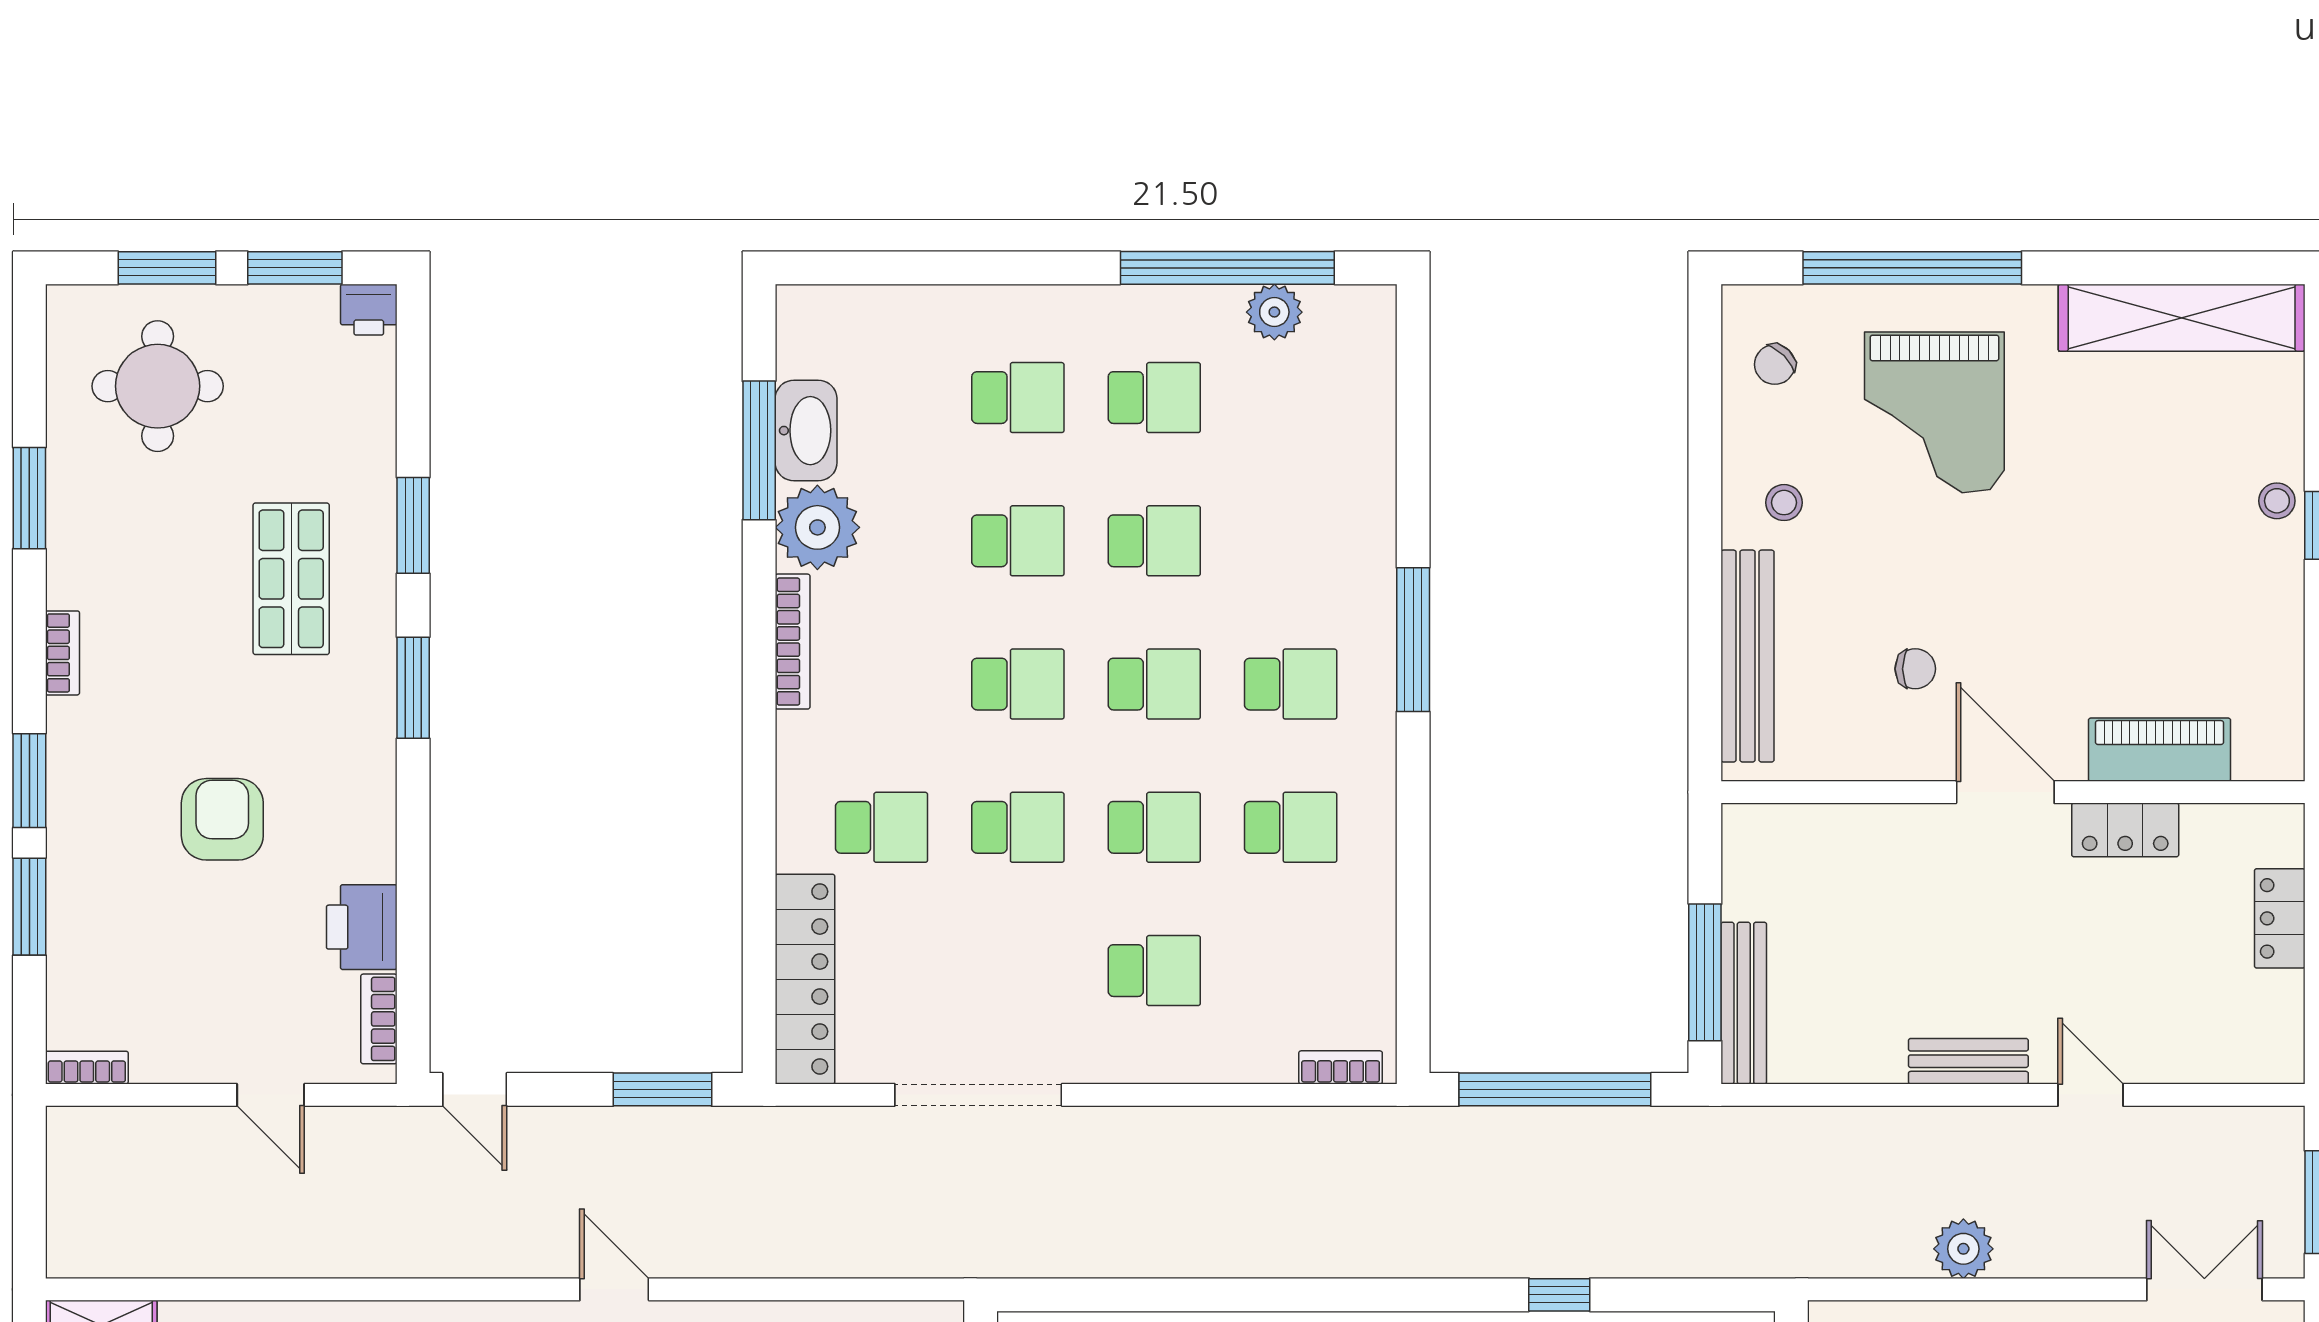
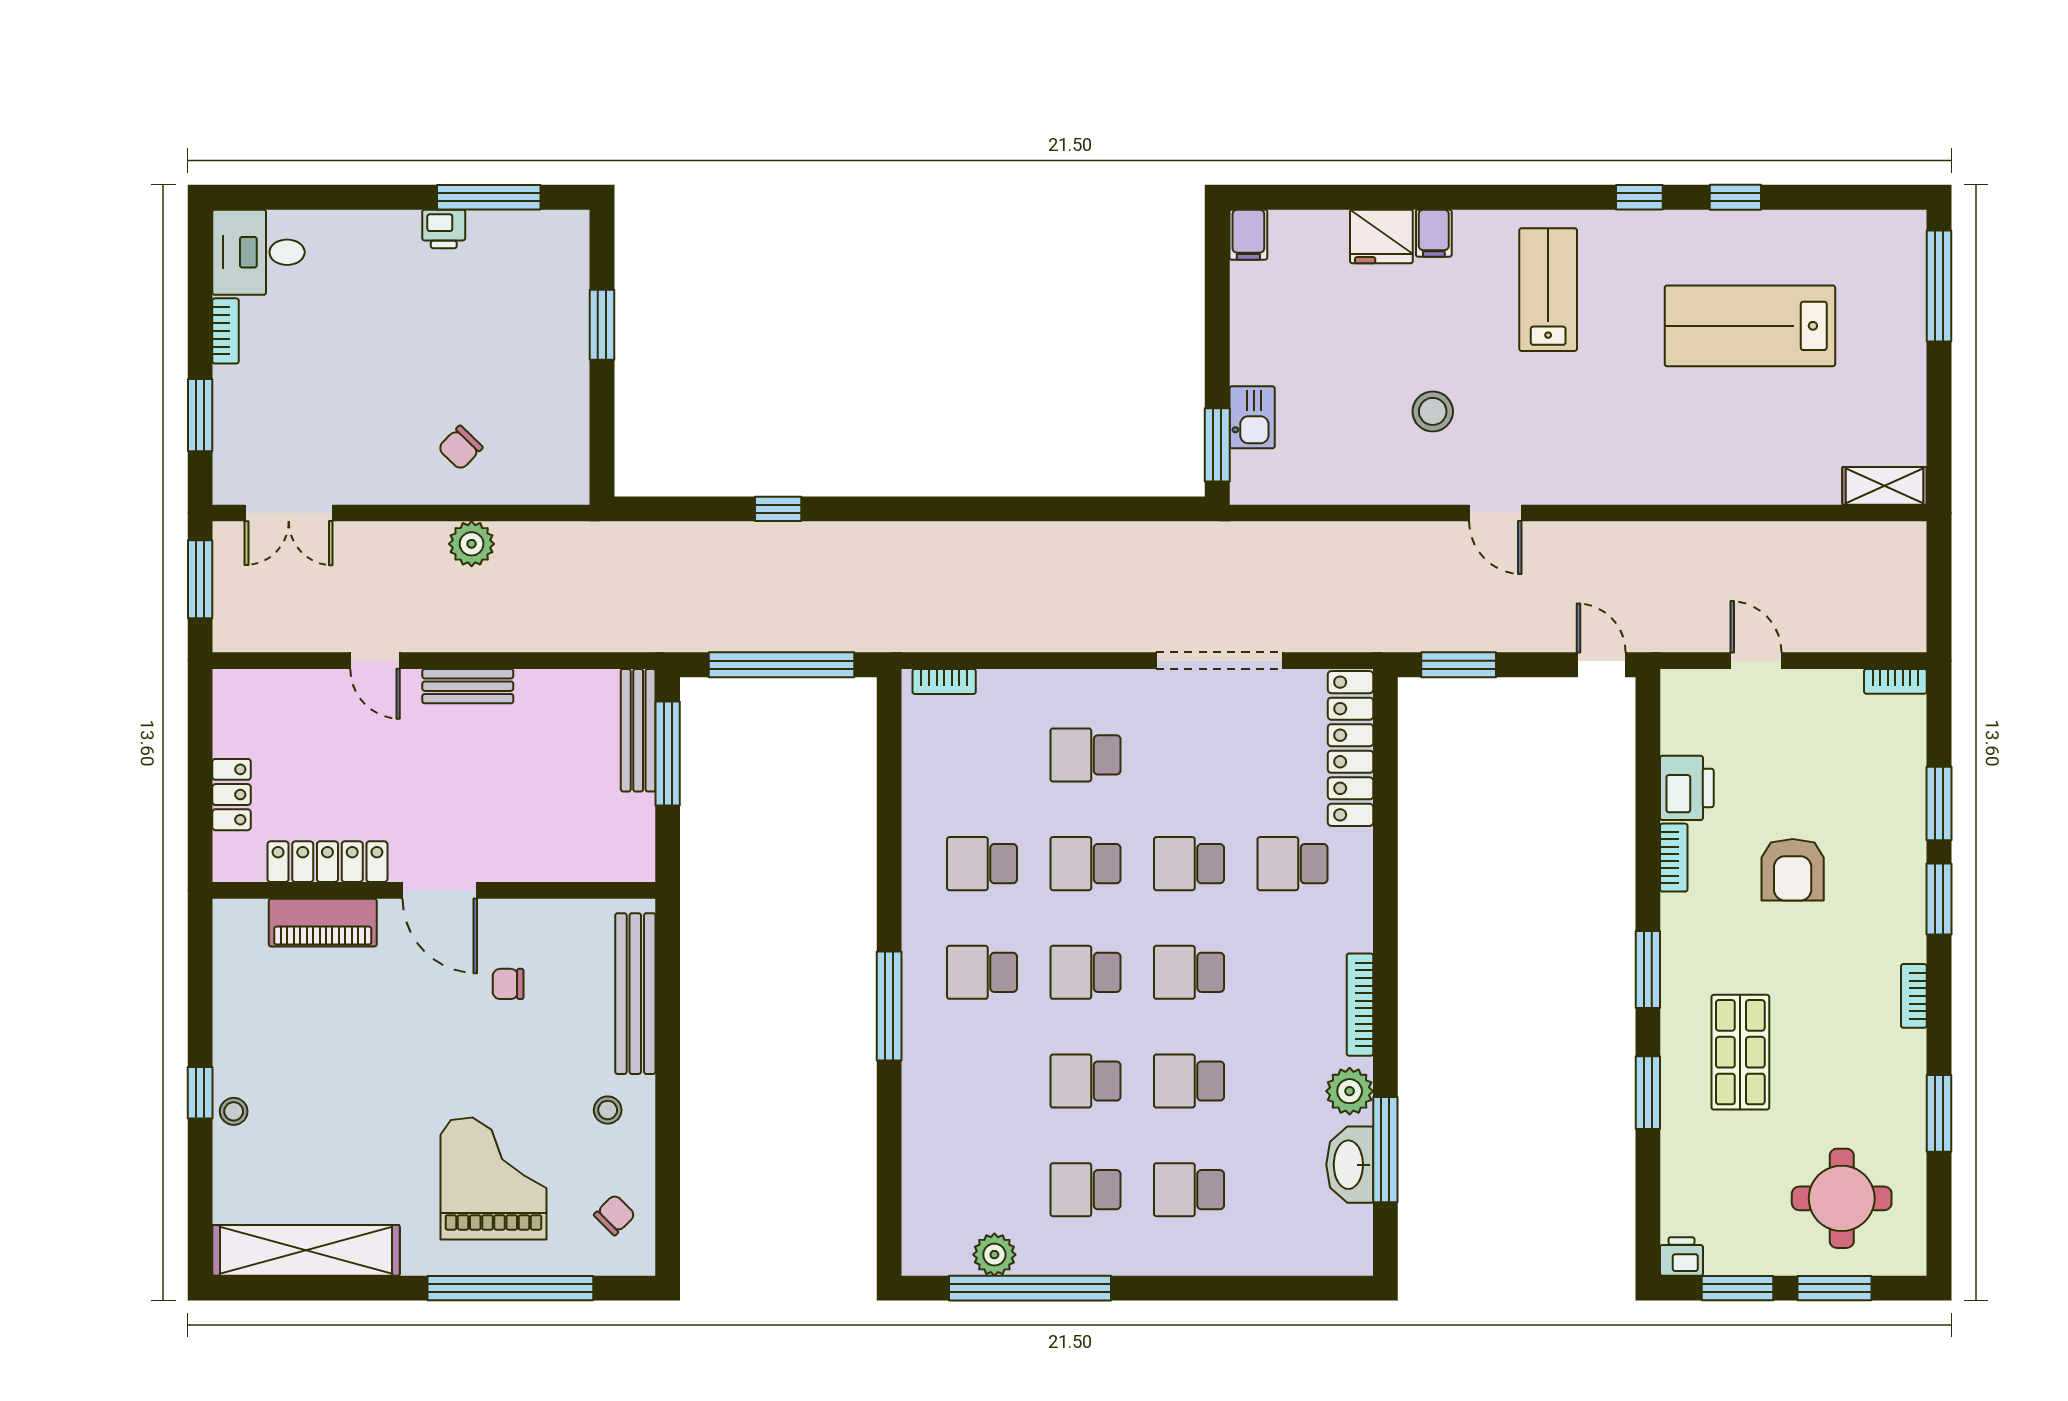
plant: (817, 527) -> (1350, 1091), width x0.73, depth x0.73
locker: (2125, 830) -> (327, 862), width x1.53
bookcase: (379, 1019) -> (1674, 858), moved

